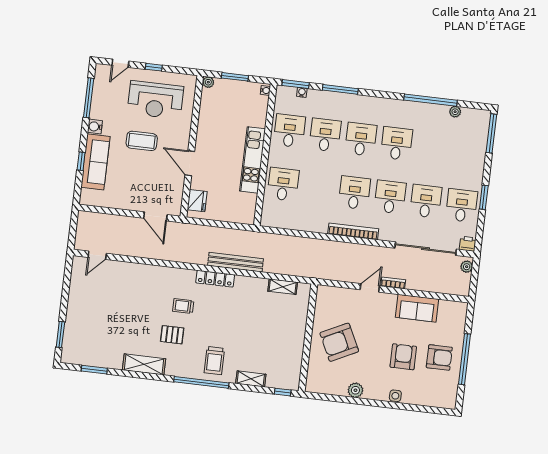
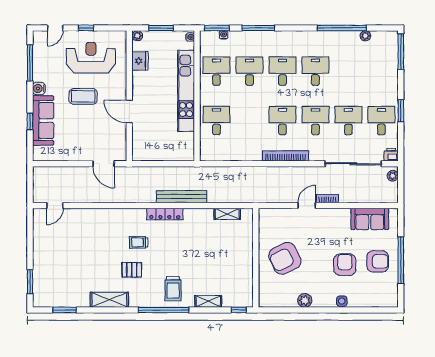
reception desk: (155, 100) -> (91, 58), turned 180
kitchen unit: (253, 160) -> (186, 91), width x1.36
fridge: (197, 201) -> (140, 61), moved
sofa: (417, 308) -> (370, 219), moved

